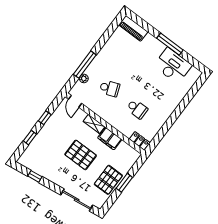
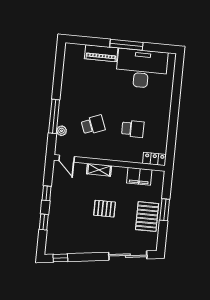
piano: (133, 28) -> (101, 53), moved
desk: (173, 66) -> (142, 69), width x1.36, depth x1.30
filing cabinet: (110, 139) -> (139, 176), moved
pallet: (81, 155) -> (105, 209), width x0.67, depth x0.71
window: (35, 176) -> (60, 258), moved

